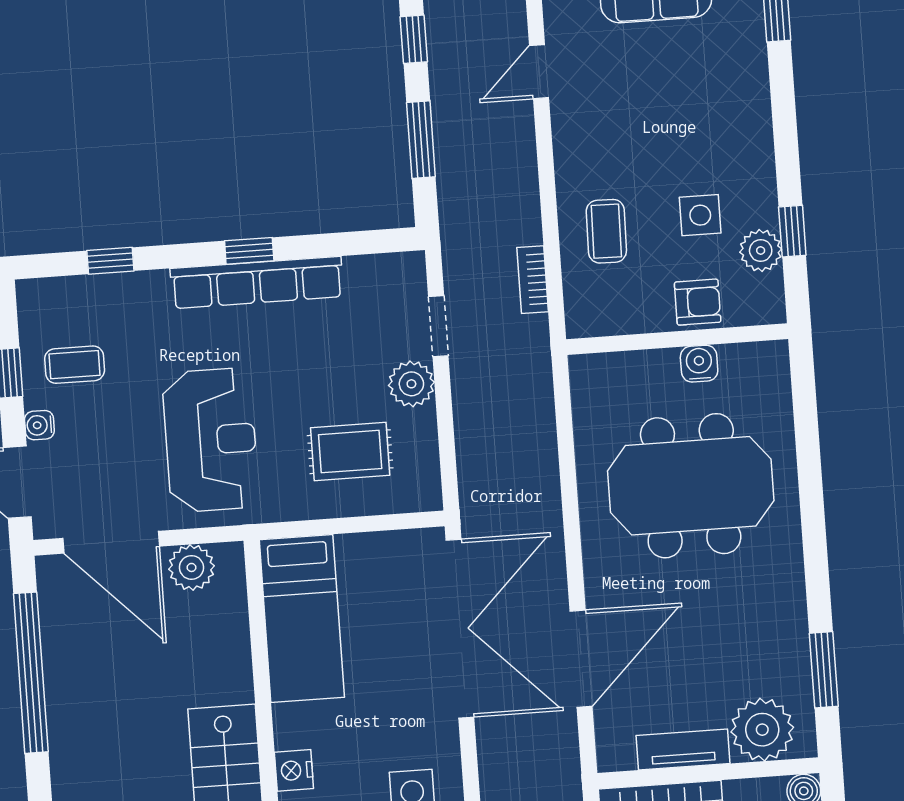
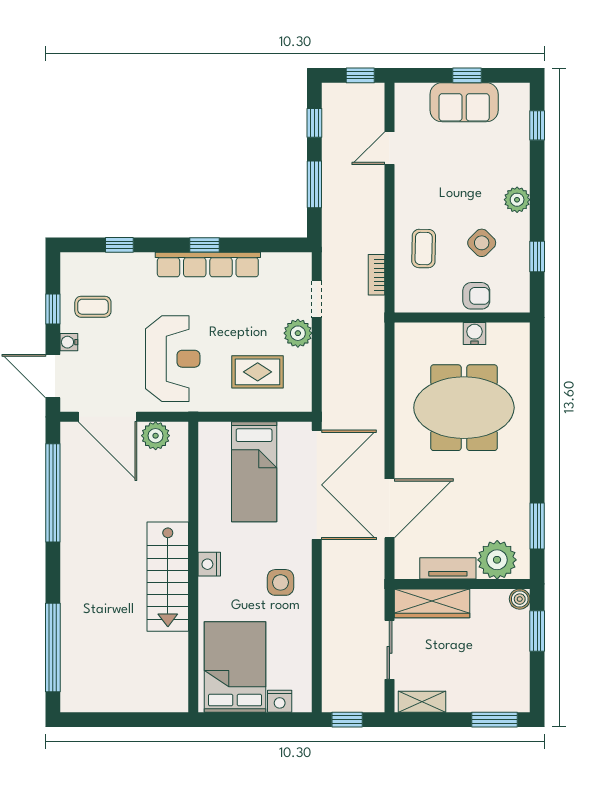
side table: (700, 215) -> (482, 243), turned 45
plant: (761, 250) -> (517, 200), moved
bed: (302, 618) -> (254, 472), moved

